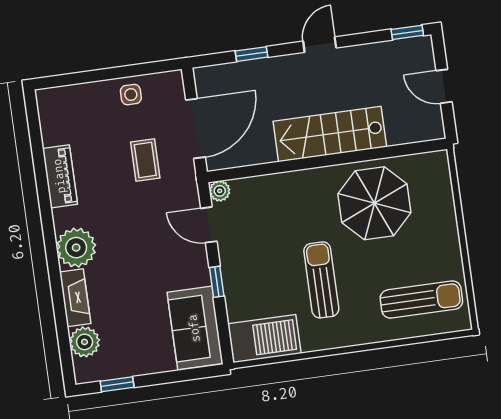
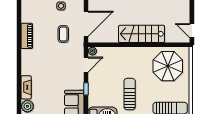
door: (444, 86) -> (192, 31), moved
parasol: (374, 203) -> (168, 66), moved
door: (209, 225) -> (86, 65), swing flipped
plant: (76, 248) -> (29, 66), removed

